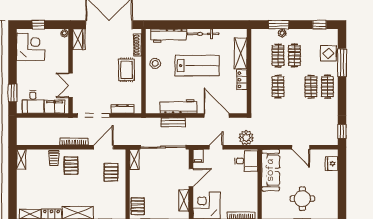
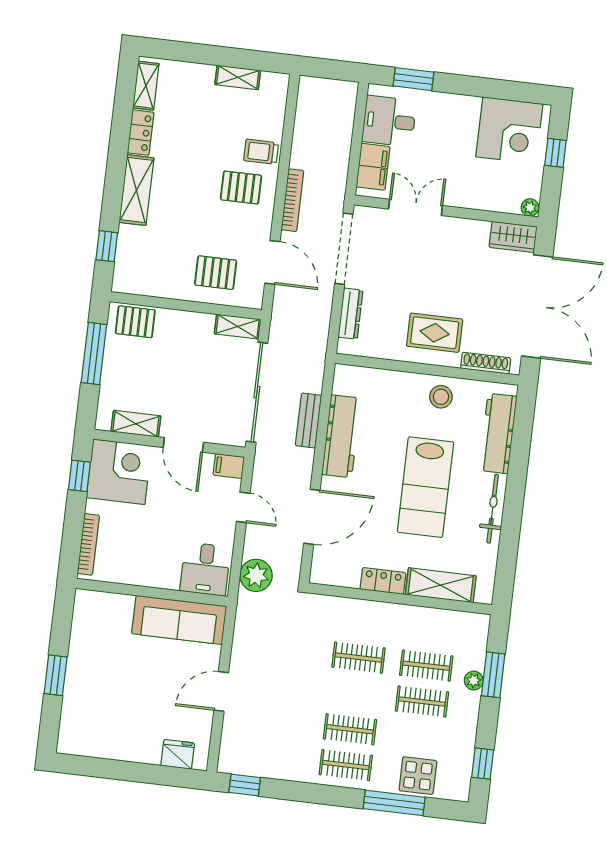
shelving: (21, 159) -> (238, 77), moved
round table: (302, 199) -> (109, 682), removed

